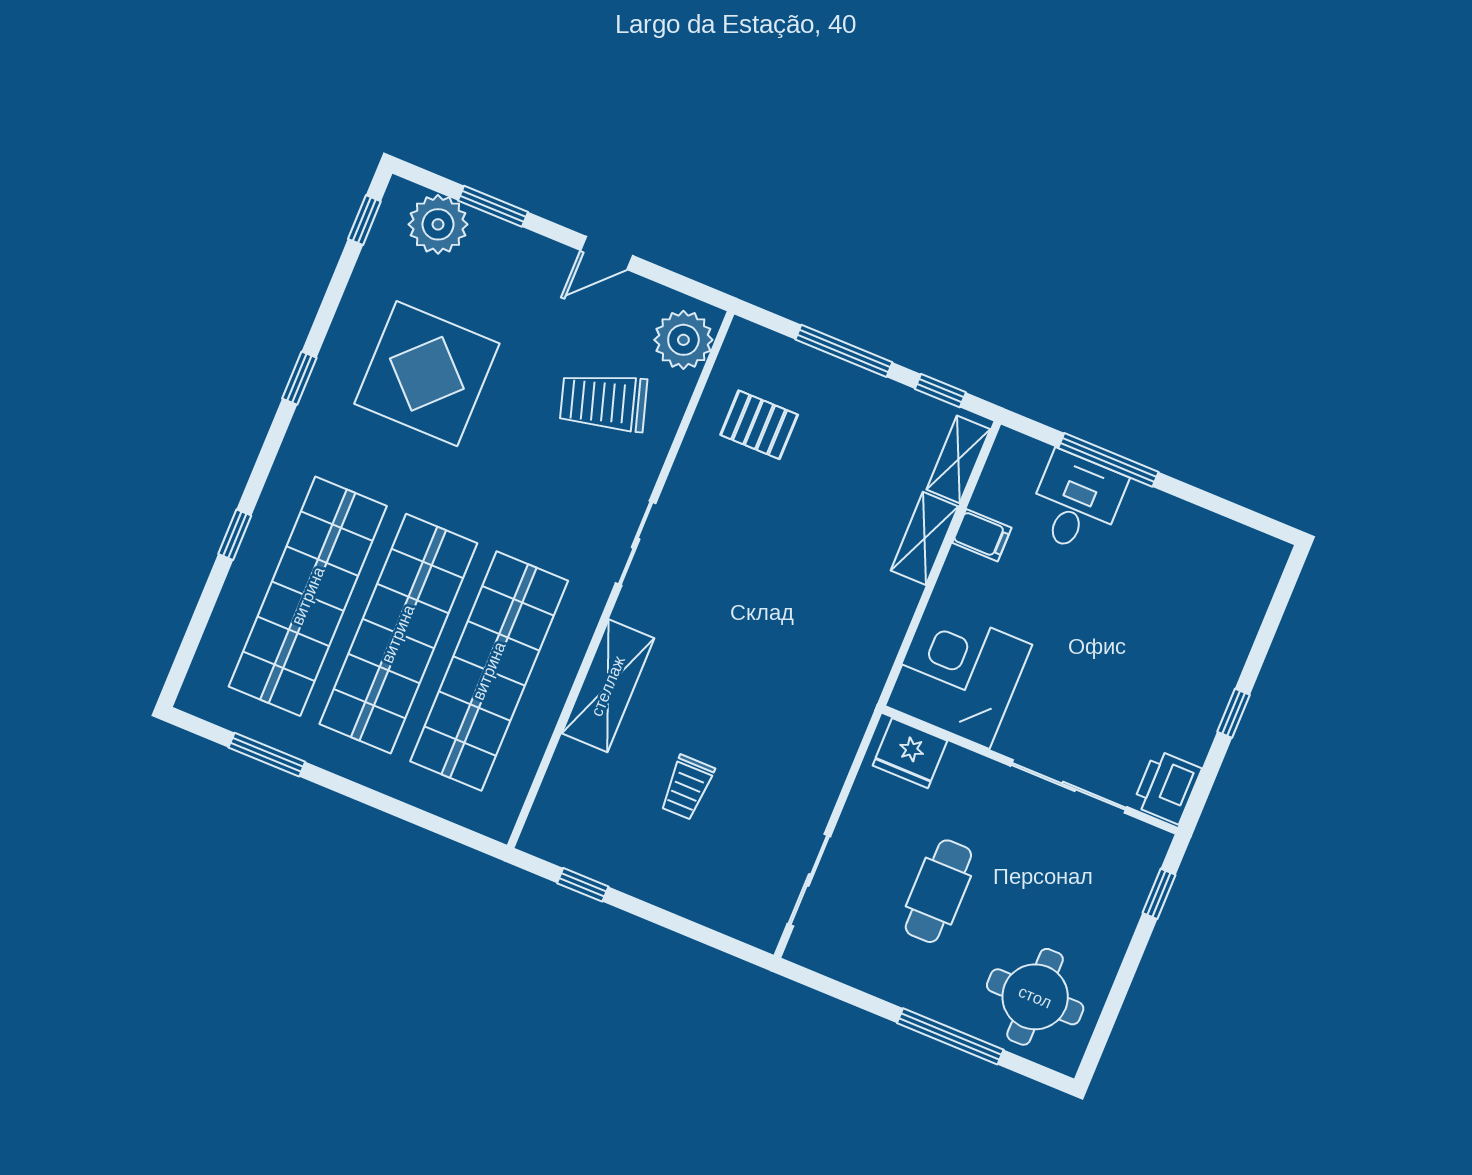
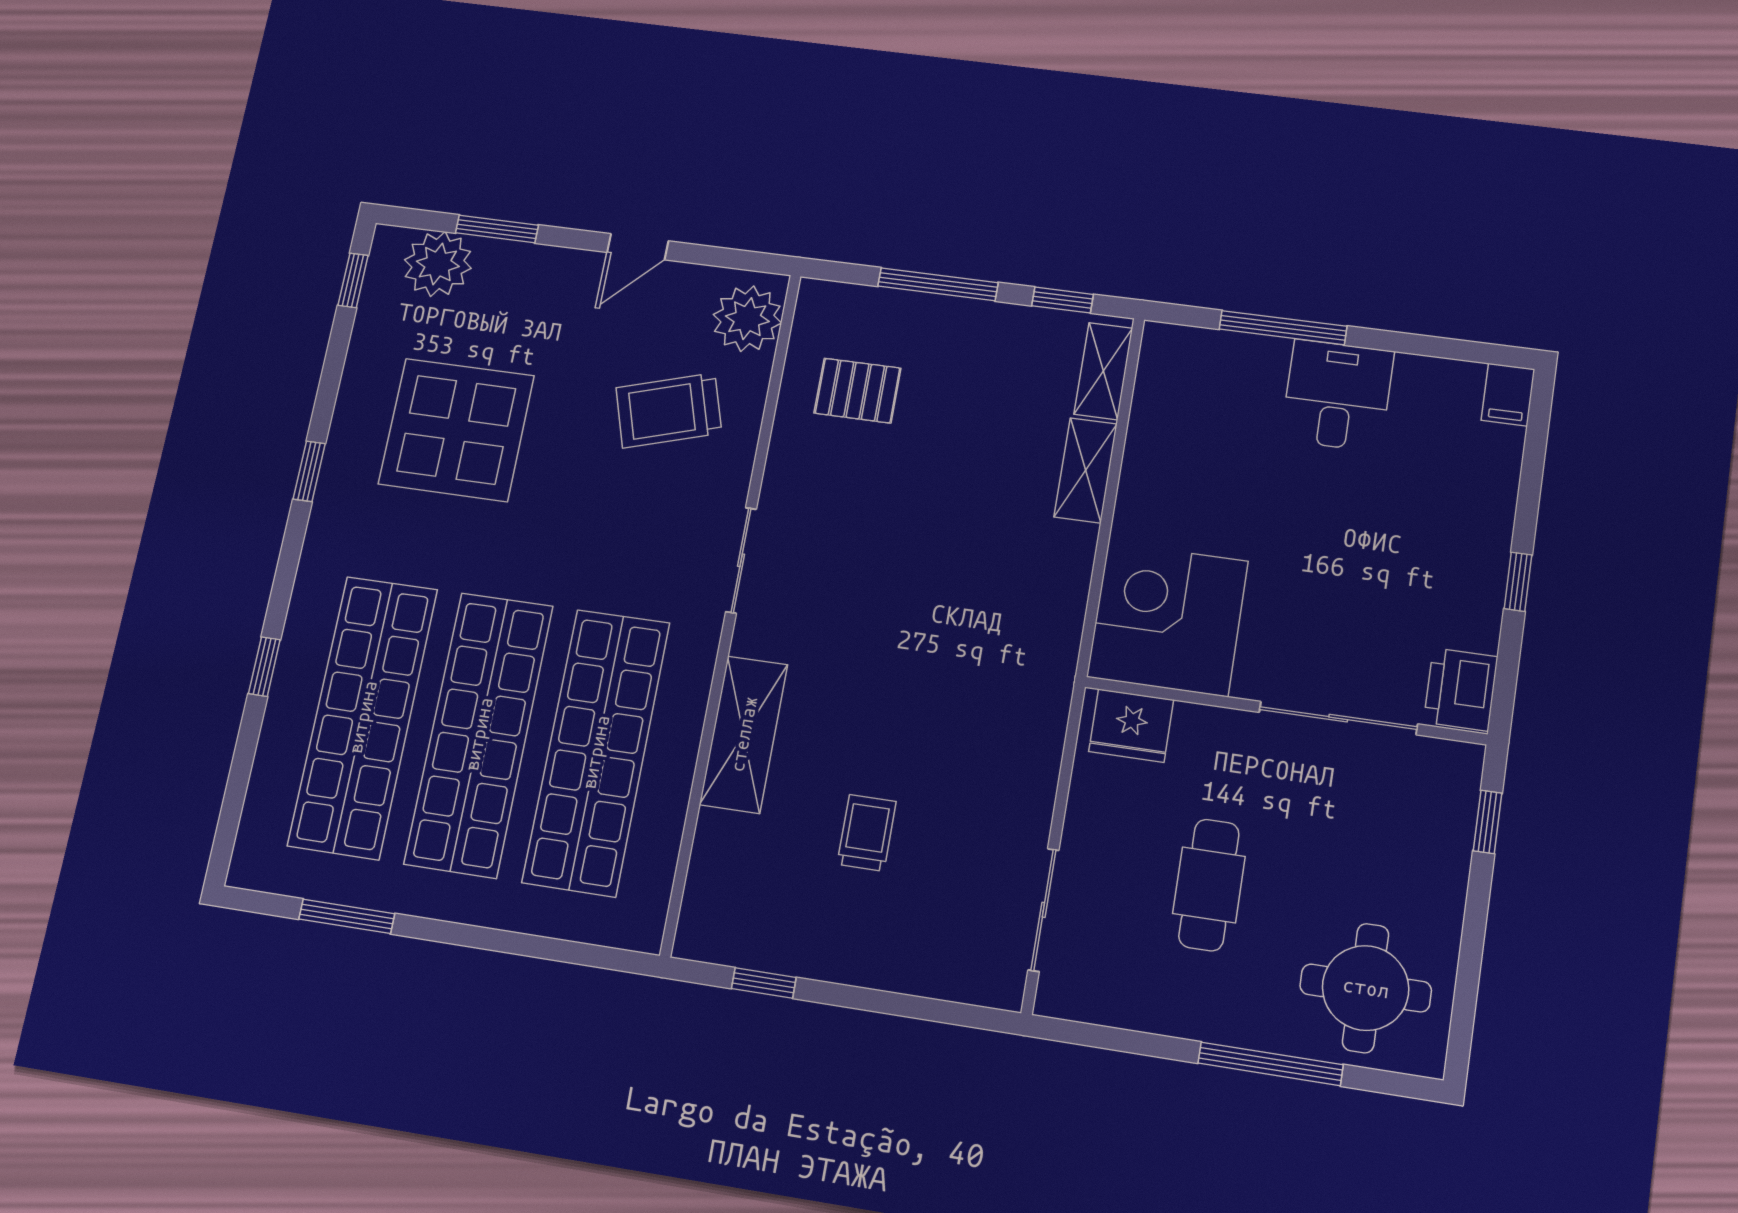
desk: (1076, 503) -> (1337, 395), moved
filing cabinet: (982, 535) -> (1508, 395), moved, turned 90
trolley: (687, 787) -> (867, 833), turned 180

